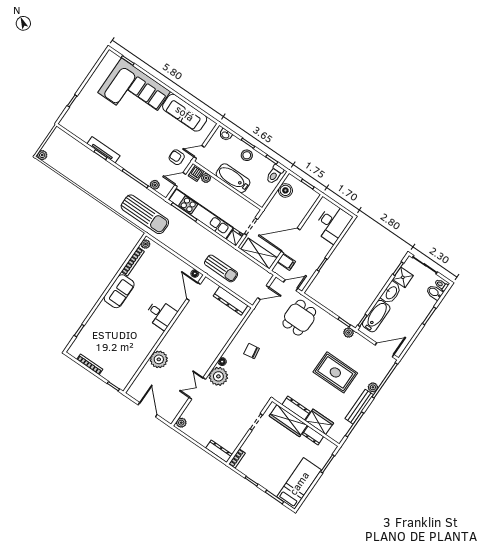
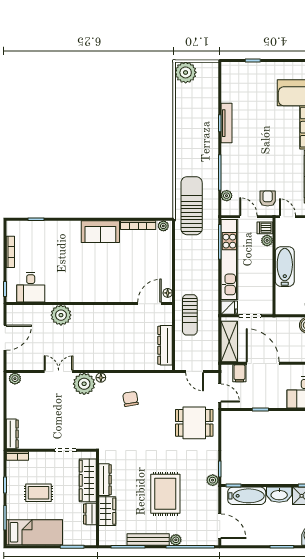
plant: (42, 155) -> (186, 72), width x1.88, depth x1.88
sun lounger: (145, 214) -> (192, 206), turned 180
desk: (161, 314) -> (31, 287), moved
rug: (273, 461) -> (39, 493), added

